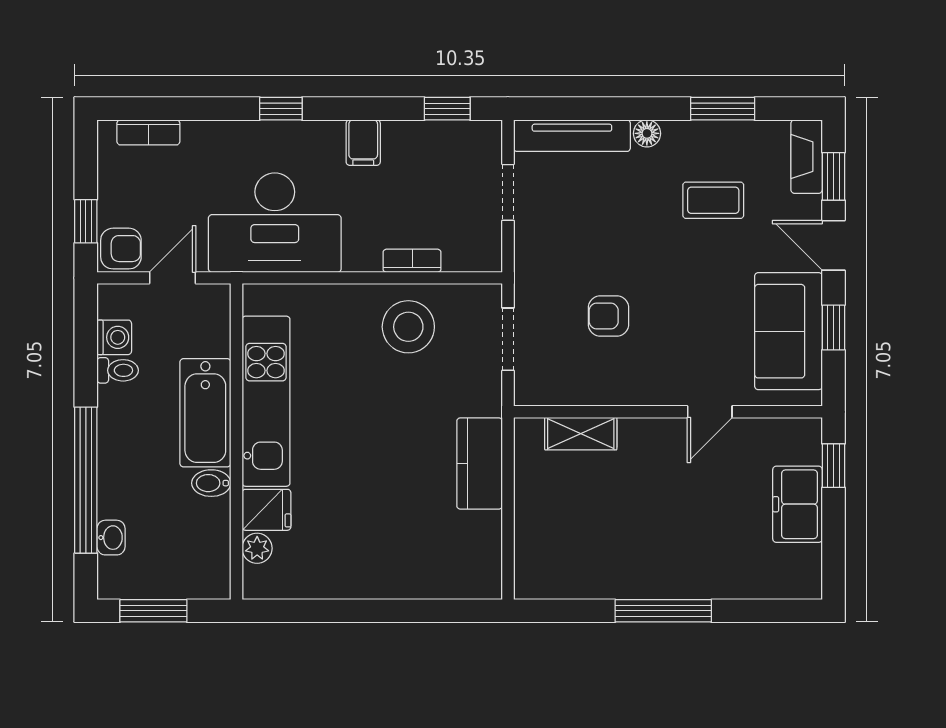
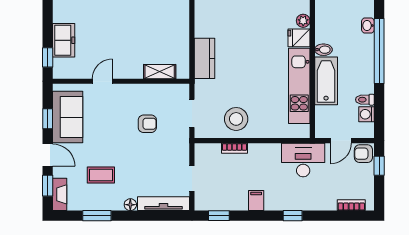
desk: (275, 223) -> (303, 160), width x0.73, depth x0.77

